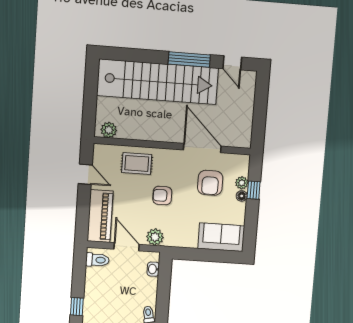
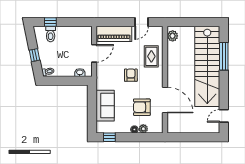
window: (189, 59) -> (224, 56), moved
door: (202, 148) -> (165, 100), hinge flipped
window: (254, 190) -> (109, 137), moved
plant: (155, 237) -> (102, 72), removed
sofa: (221, 237) -> (105, 106), moved
toilet: (97, 260) -> (51, 34), moved

